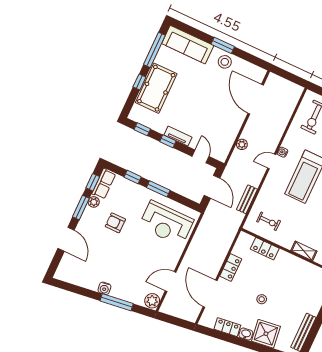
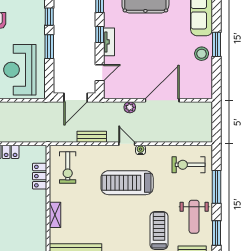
door: (256, 99) -> (162, 100), moved
bench: (247, 199) -> (92, 137), moved
exercise bike: (269, 221) -> (68, 168), width x1.38, depth x1.39

